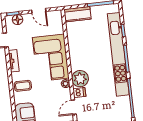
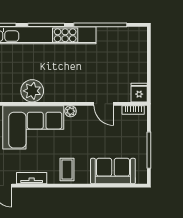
plant: (80, 79) -> (32, 91), moved
dishwasher: (79, 93) -> (85, 94), removed

